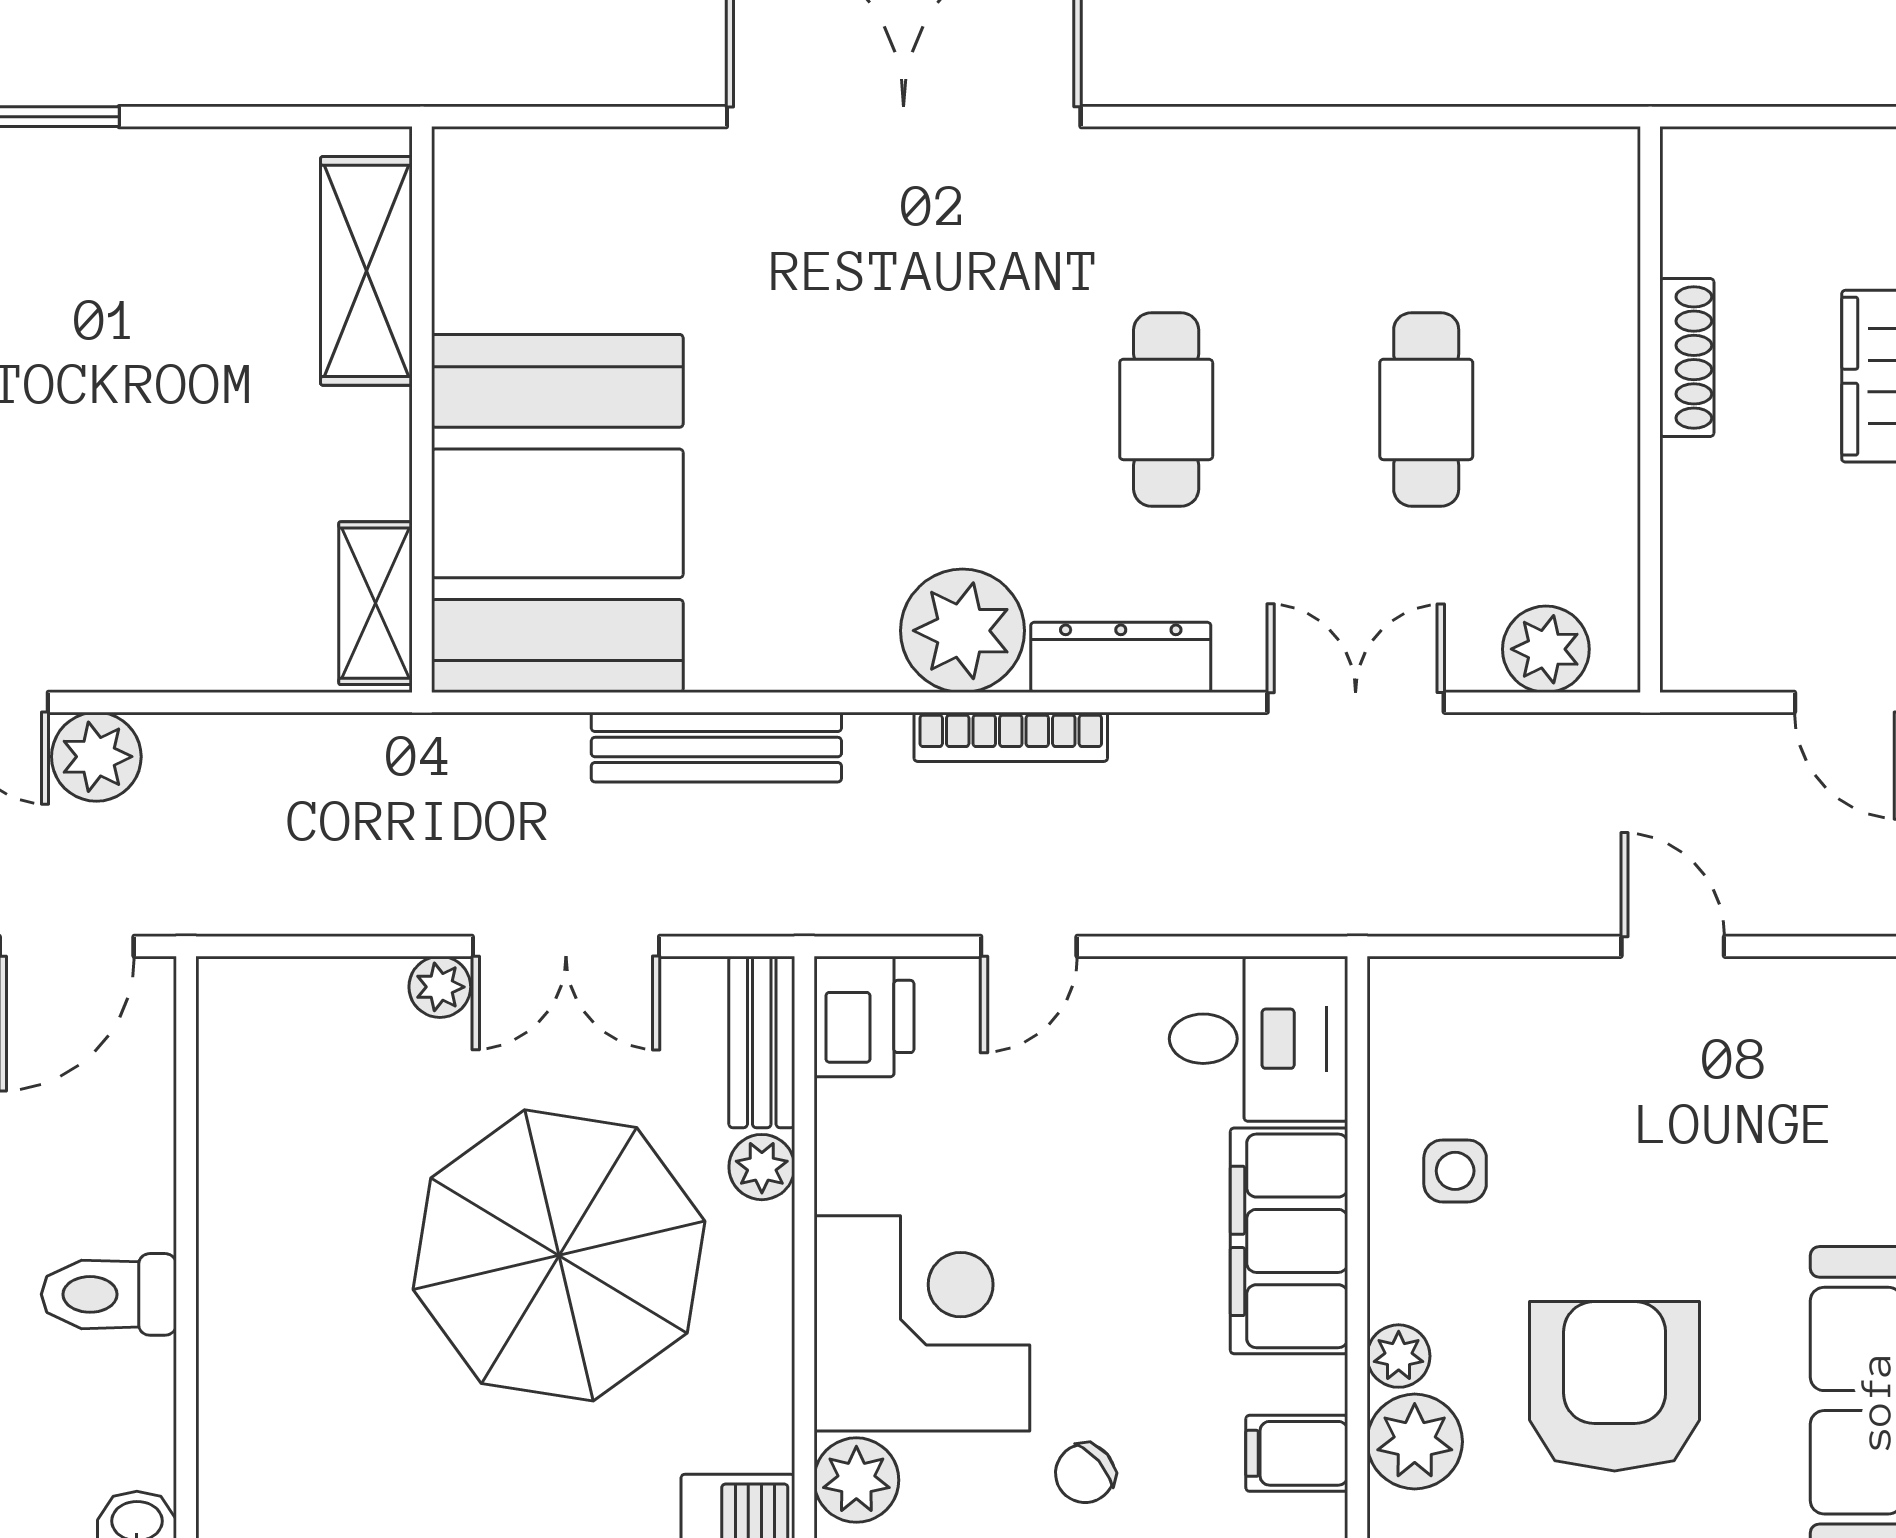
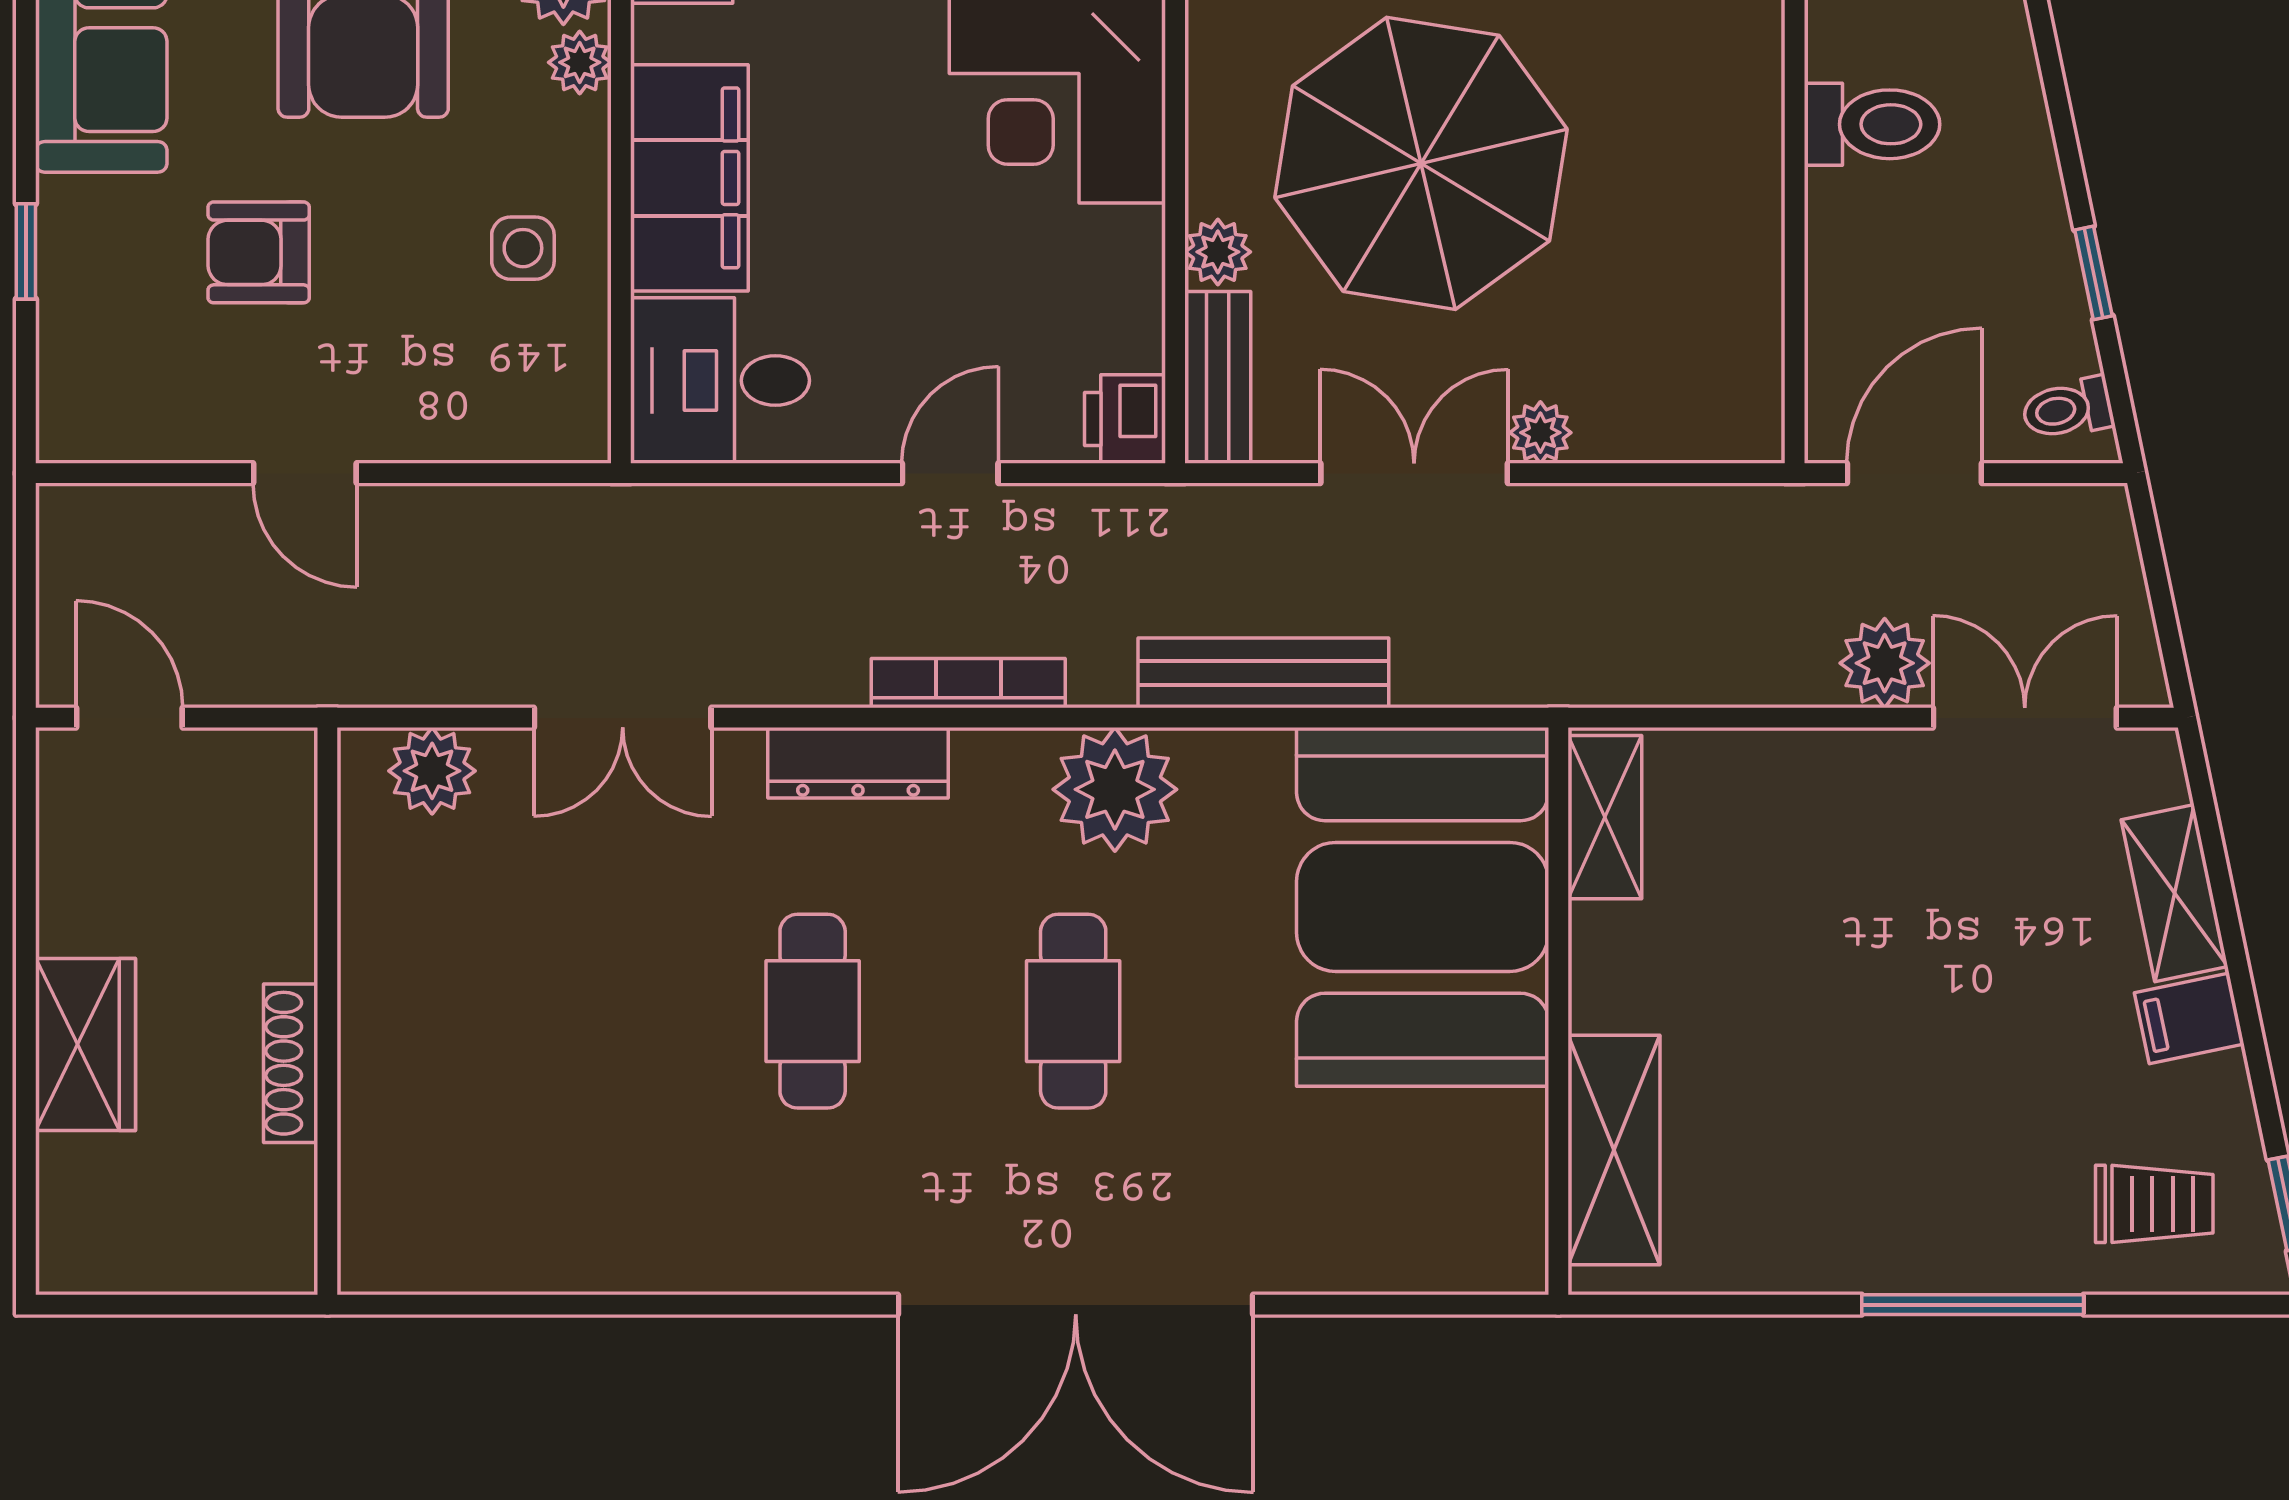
cafe table: (1426, 409) -> (1073, 1011), moved
plant: (962, 631) -> (1115, 789), moved
printer: (864, 1016) -> (1125, 419), width x0.73, depth x0.81
armchair: (1719, 1167) -> (259, 252), added

